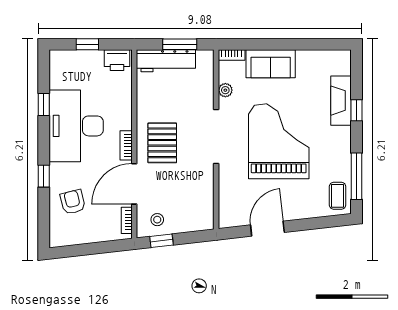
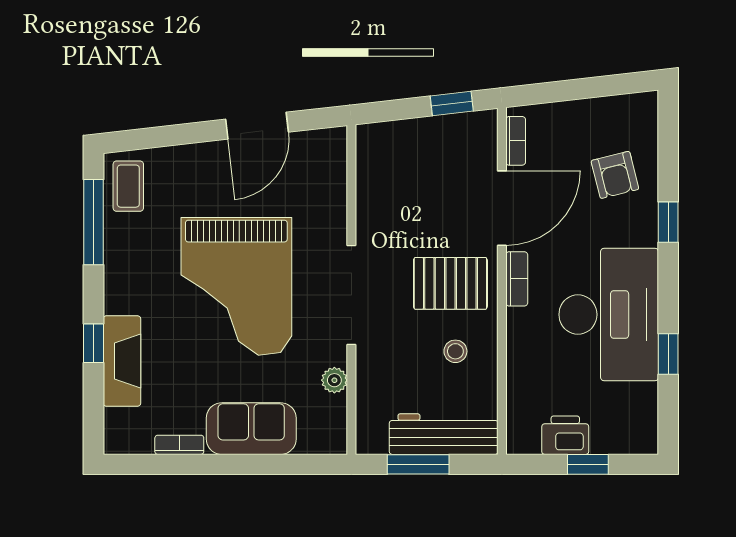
bookcase: (232, 55) -> (179, 445), moved
printer: (117, 60) -> (565, 435), moved
pallet: (162, 143) -> (450, 283), turned 90
stool: (157, 220) -> (455, 351), moved

